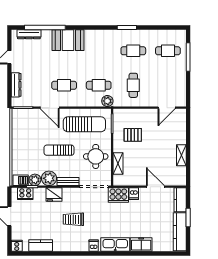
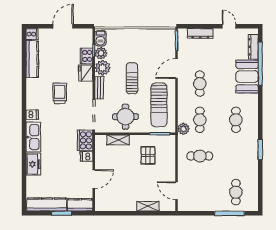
booth: (68, 40) -> (247, 77), moved
cafe table: (133, 51) -> (236, 120), moved
shelving: (181, 155) -> (148, 206), moved
cooker: (25, 194) -> (87, 56), moved
kitchen counter: (41, 246) -> (32, 59), width x1.50

